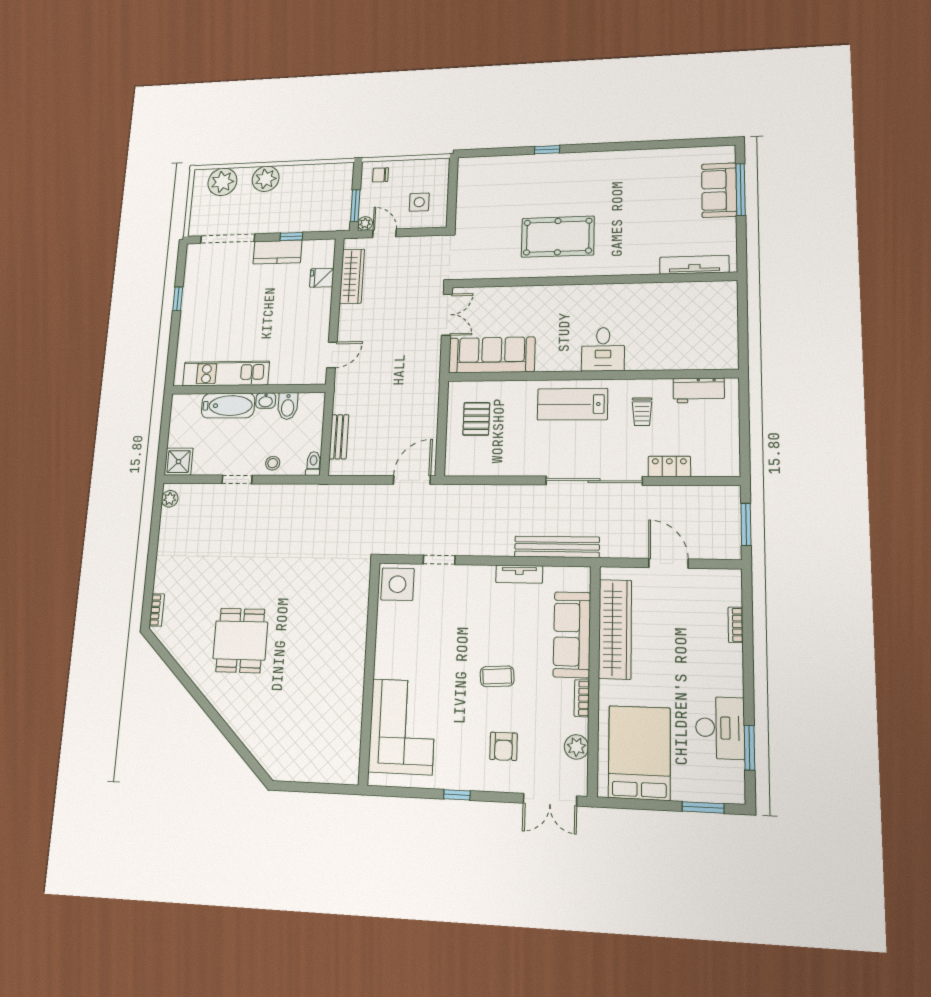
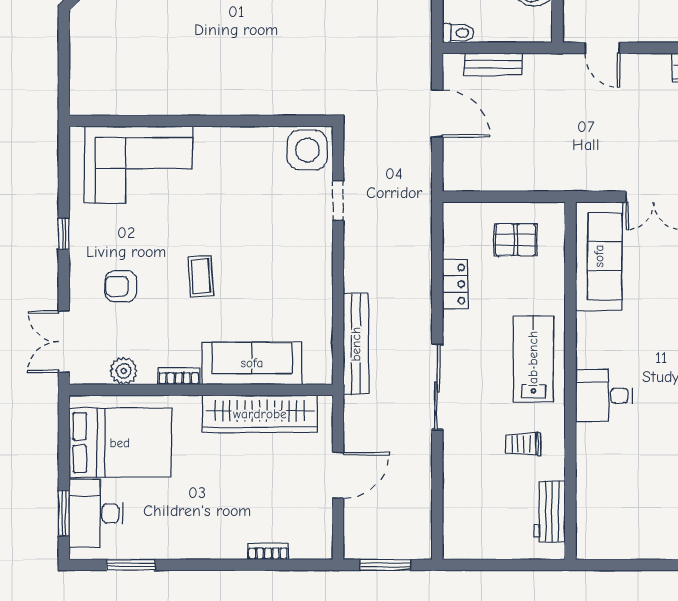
locker: (669, 466) -> (455, 284), moved
door: (412, 480) -> (437, 113), moved
sliding door: (594, 481) -> (437, 387), width x0.73
tv unit: (519, 574) -> (322, 299), removed
desk: (720, 728) -> (96, 513), moved, turned 90

